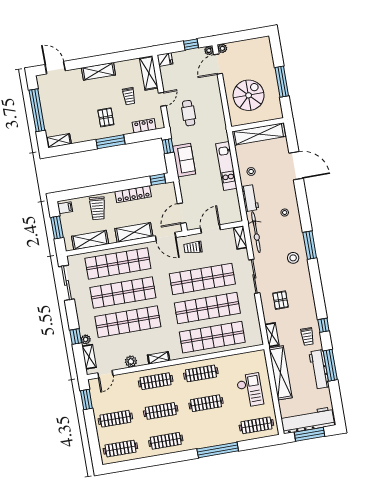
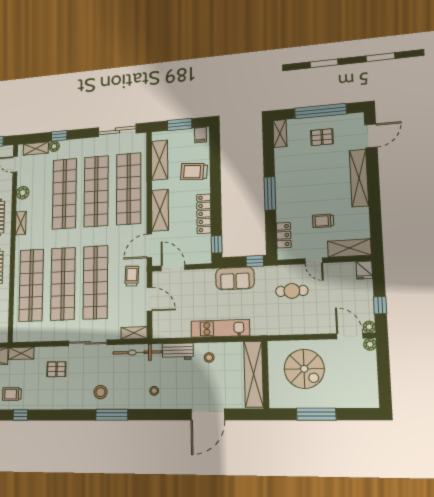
shelving: (98, 71) -> (359, 178), width x1.47
pallet: (106, 117) -> (322, 137), moved

